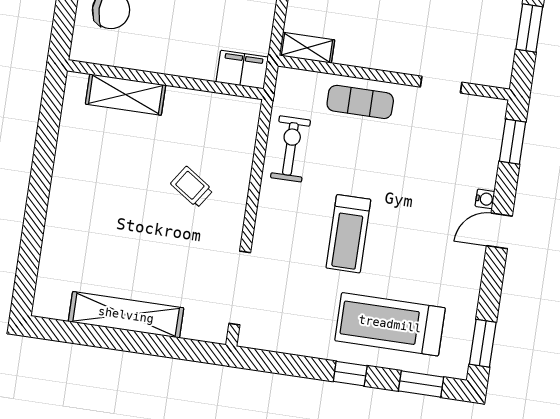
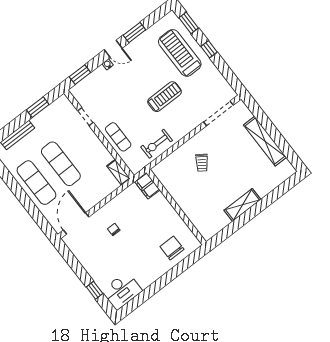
shelving: (126, 95) -> (242, 205), moved, turned 90
treadmill: (390, 324) -> (180, 53), turned 180
window: (483, 343) -> (134, 32), moved

